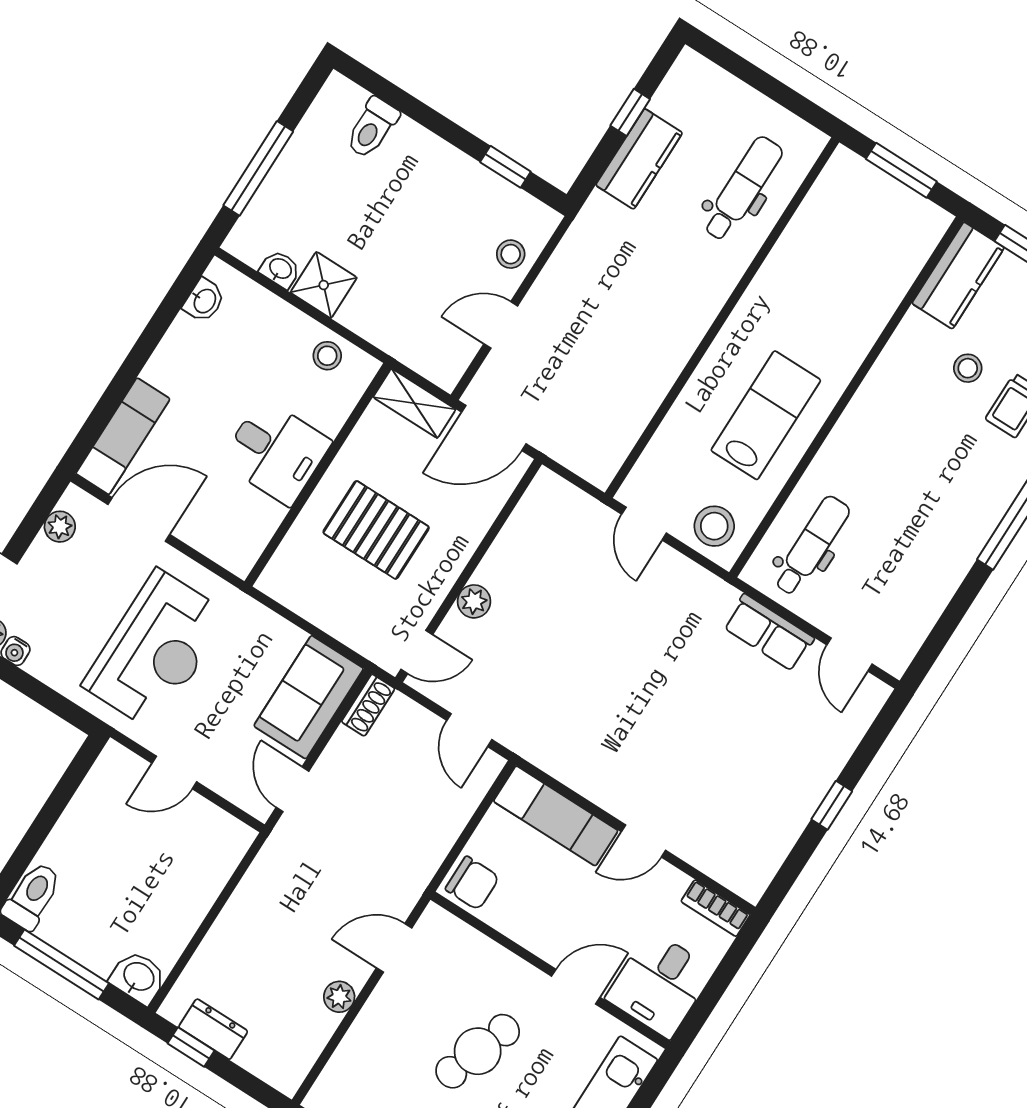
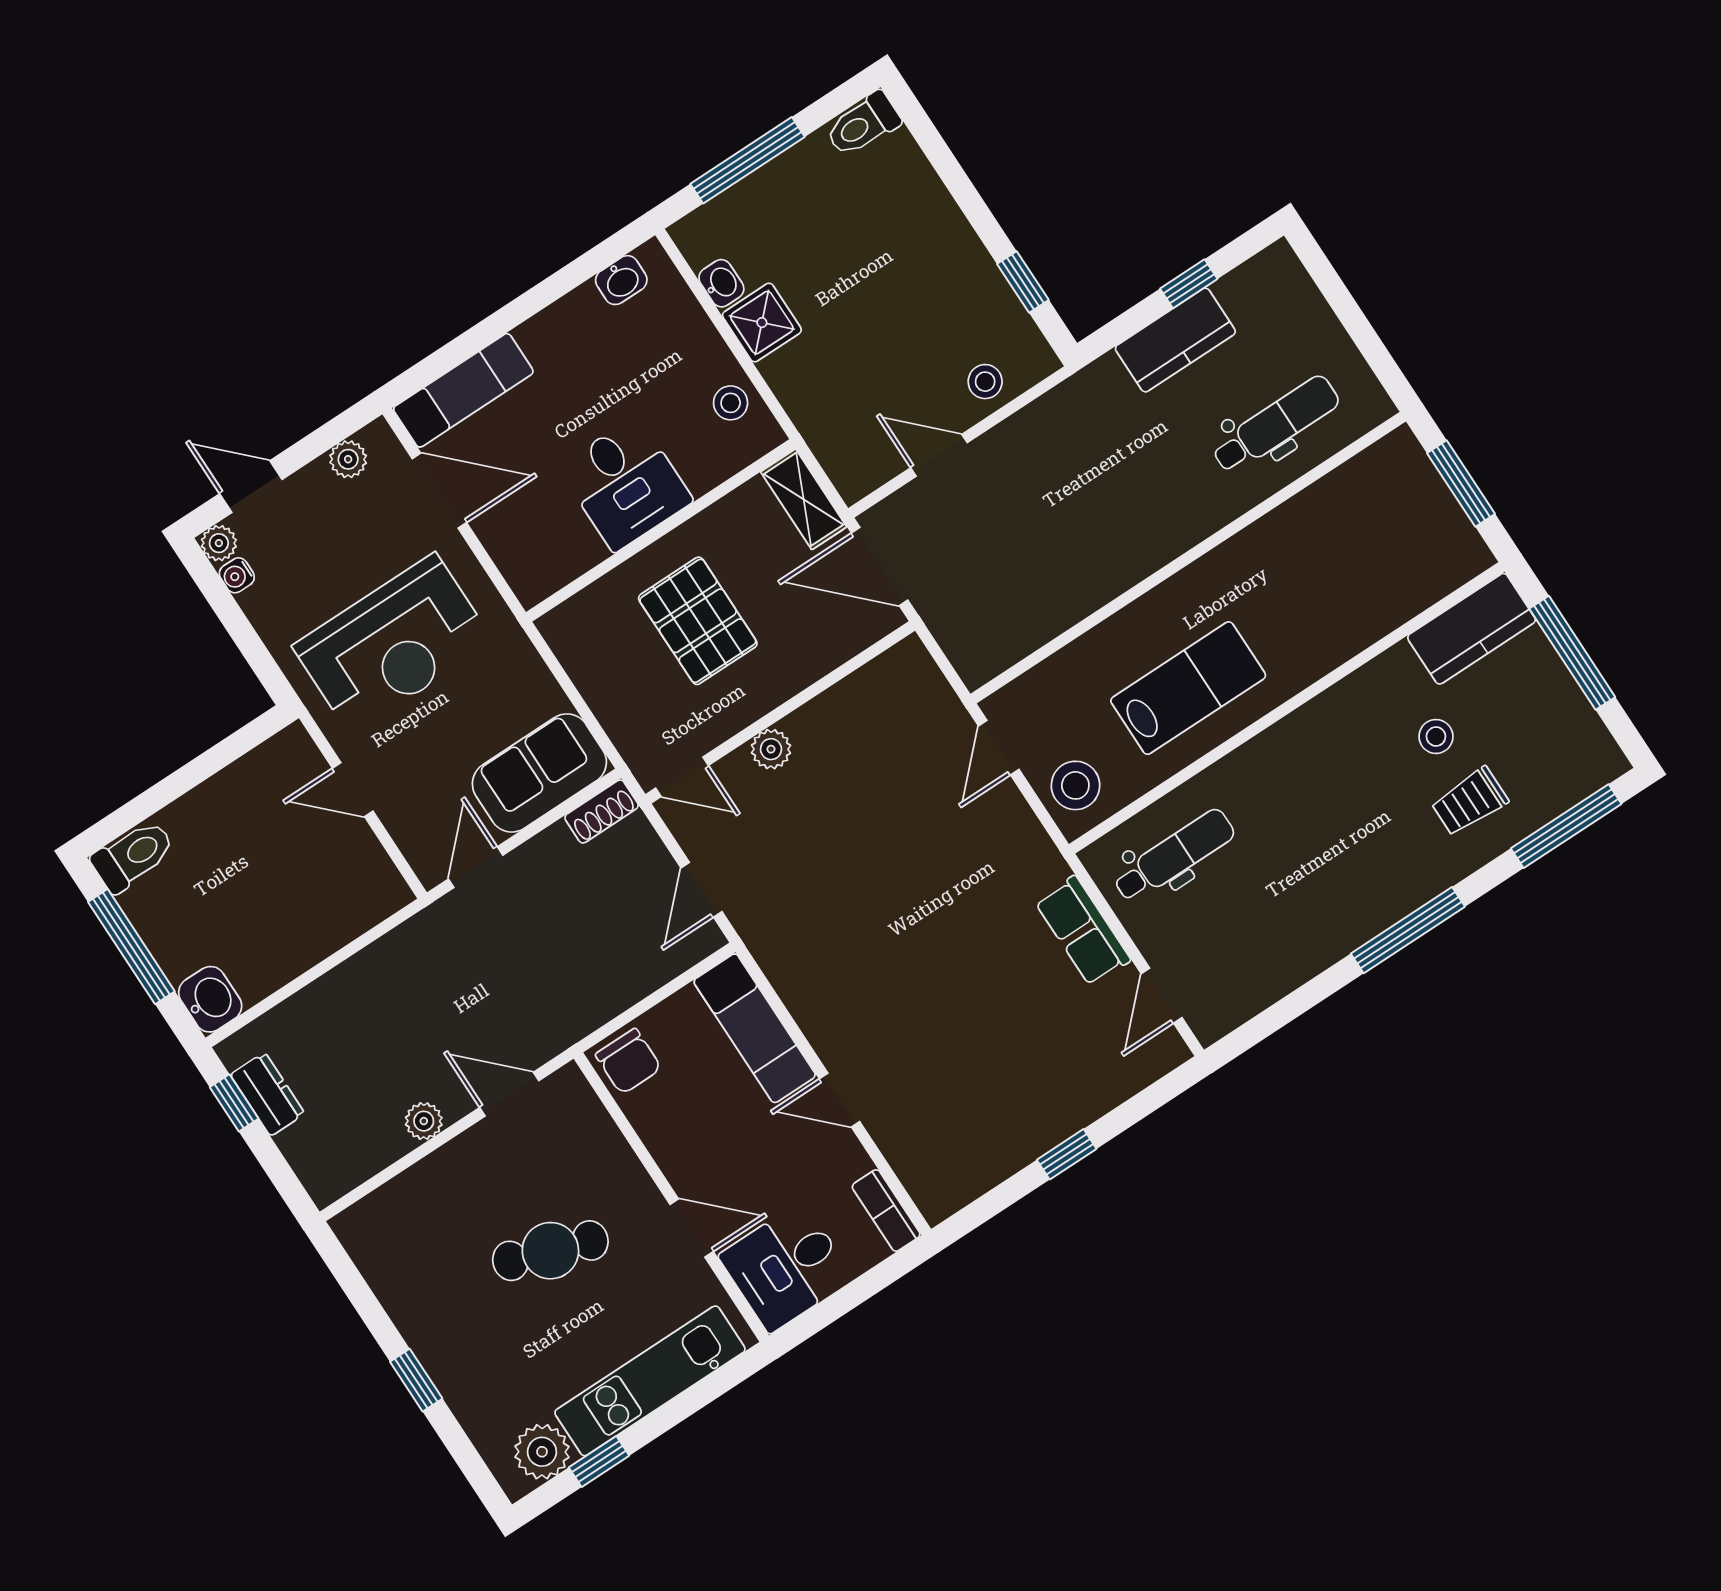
toilet: (372, 128) -> (863, 124), moved

